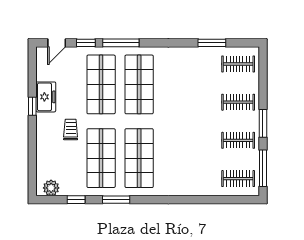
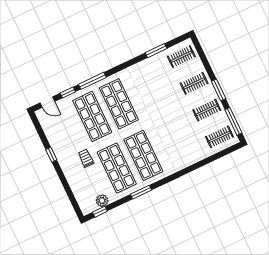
door: (57, 43) -> (47, 102), hinge flipped
freezer: (46, 97) -> (58, 144), removed
plant: (51, 188) -> (102, 201), moved
window: (76, 200) -> (100, 212), moved

